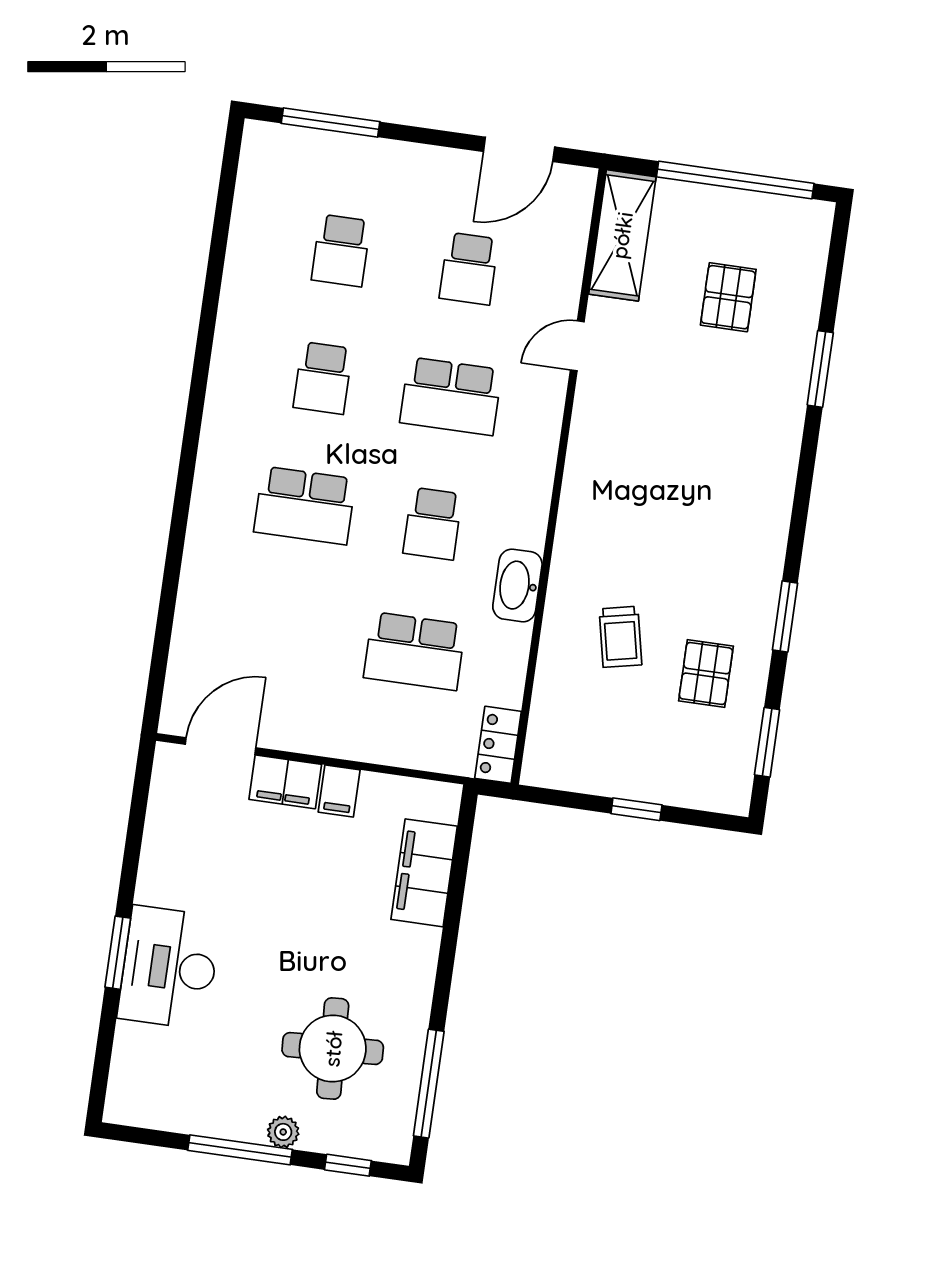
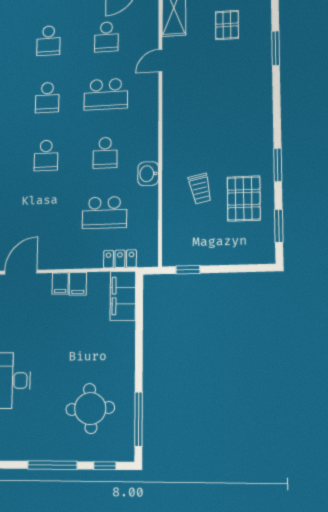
school desk: (305, 505) -> (46, 155), width x0.54
washbasin: (517, 585) -> (148, 174), width x0.72
pallet: (706, 673) -> (244, 199), width x1.50, depth x1.42
locker: (498, 745) -> (120, 259), moved, turned 90
filing cabinet: (285, 782) -> (60, 284), width x0.50
window: (636, 809) -> (188, 270), moved
filing cabinet: (424, 873) -> (123, 296), moved
plant: (283, 1132) -> (72, 453), removed

